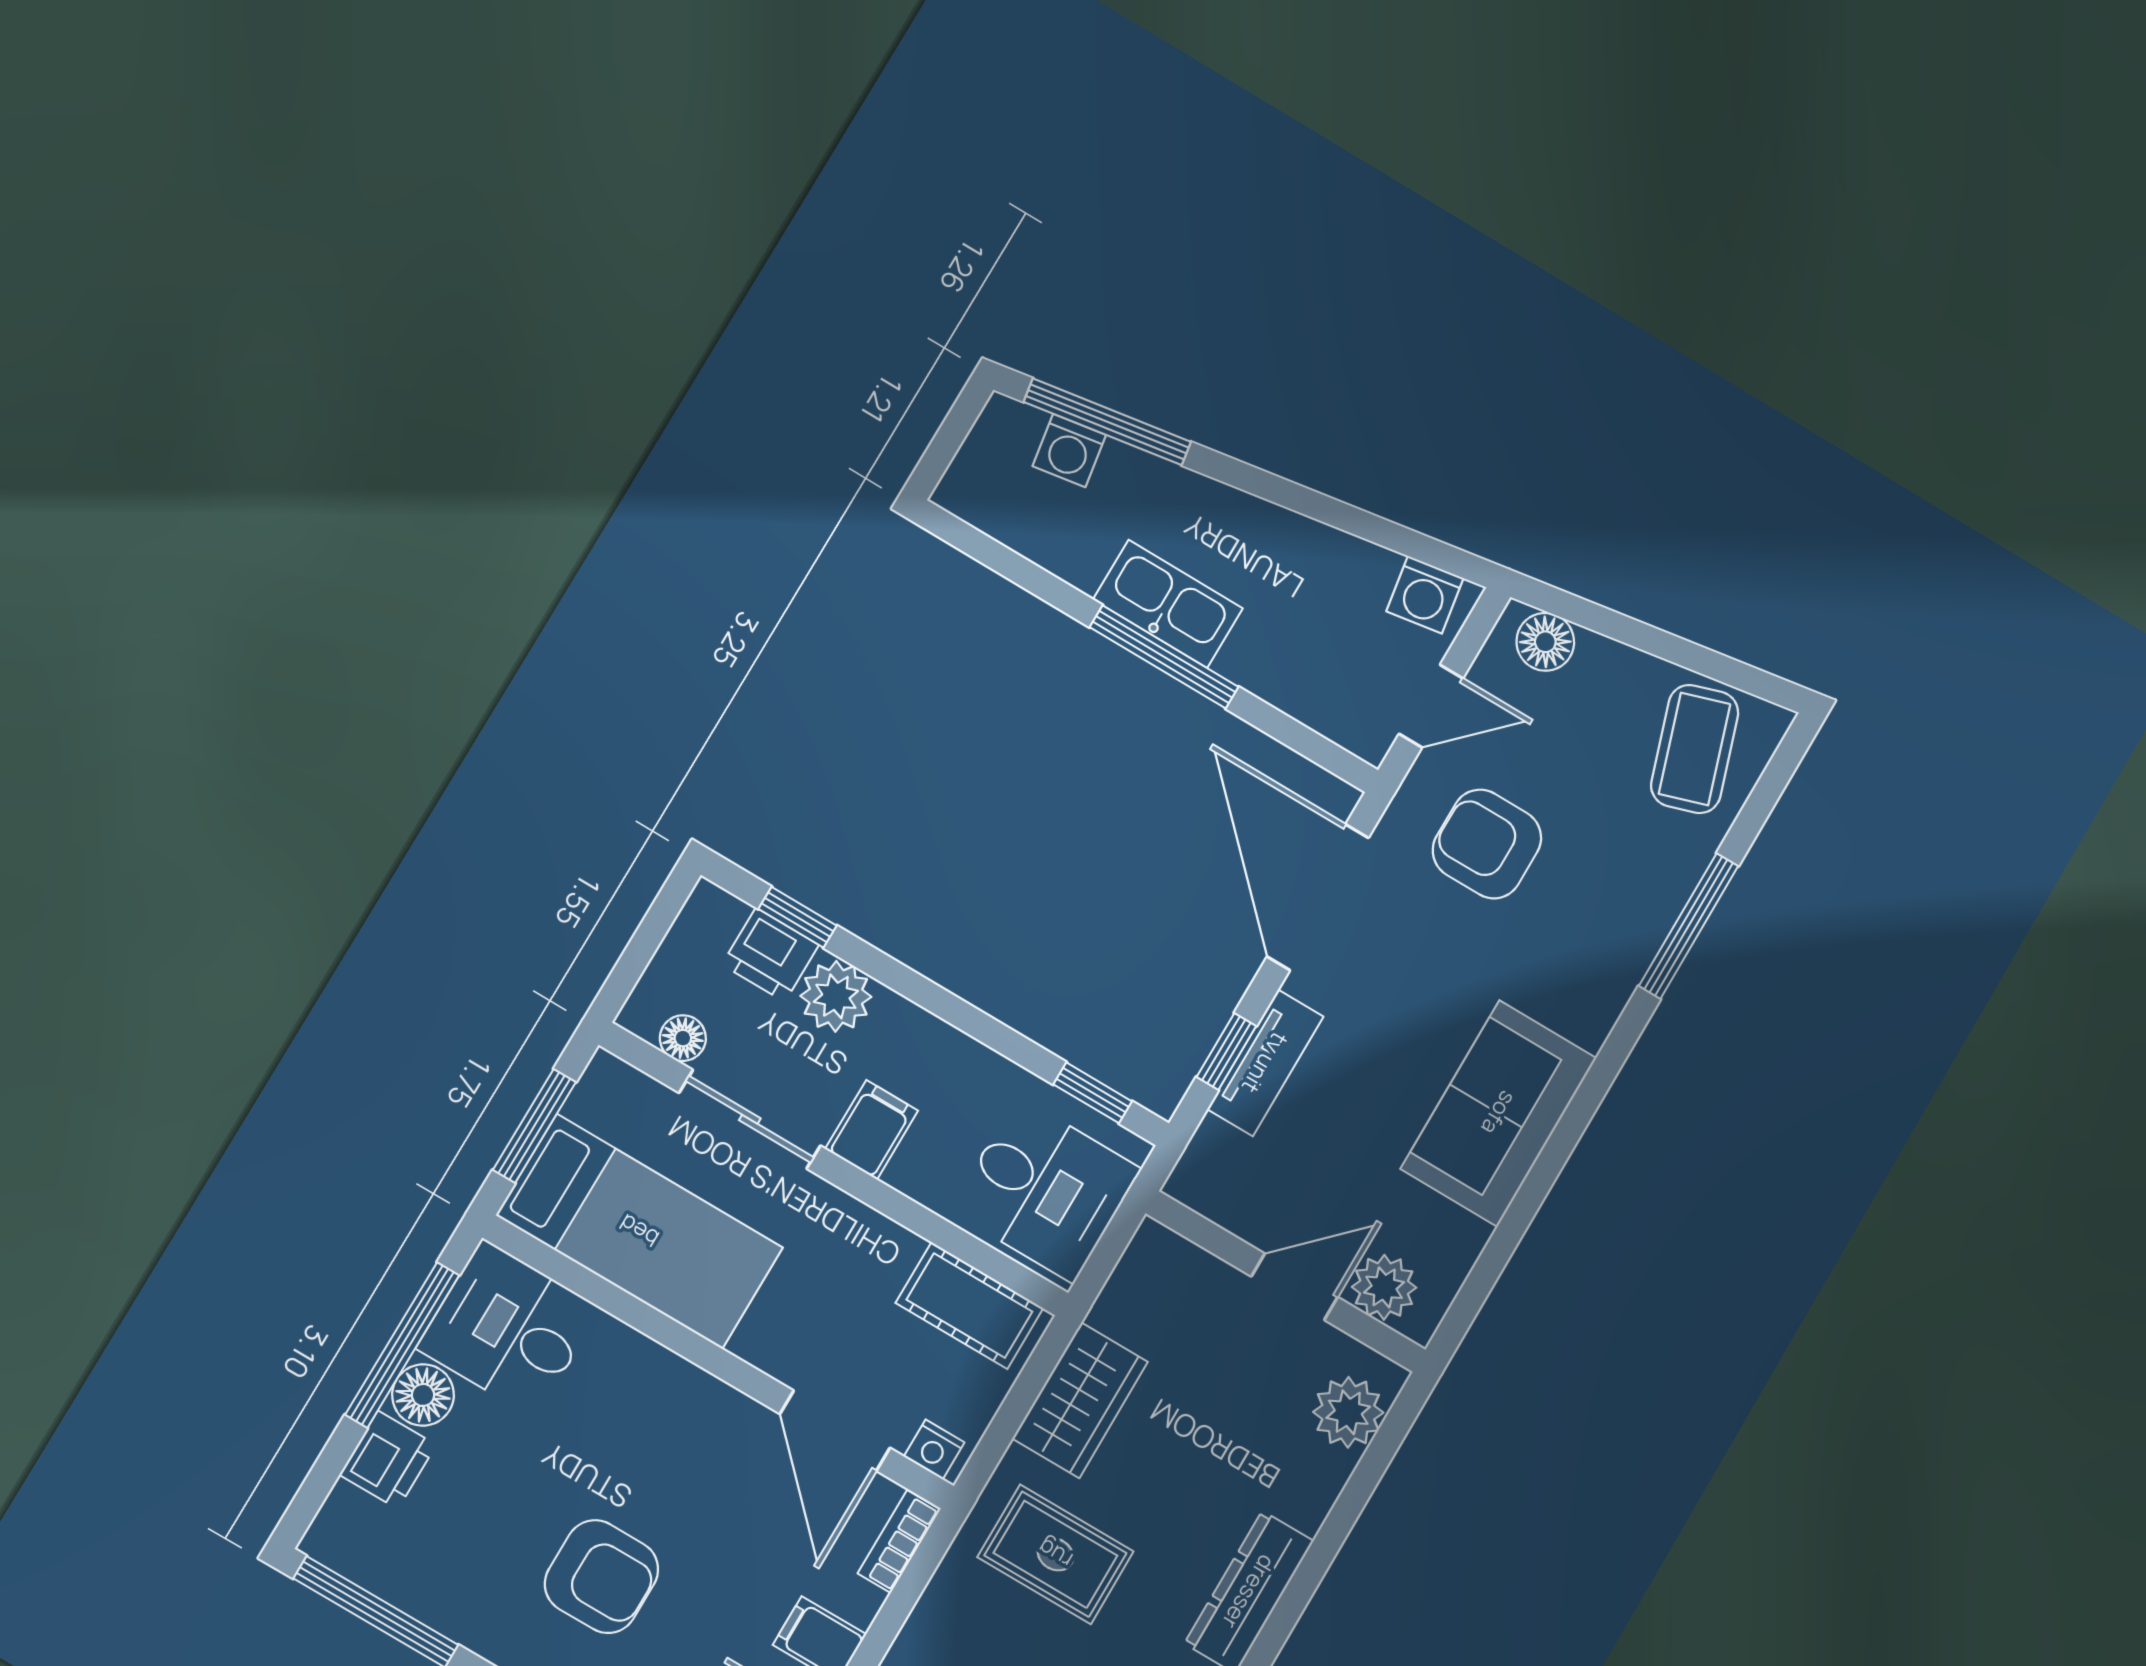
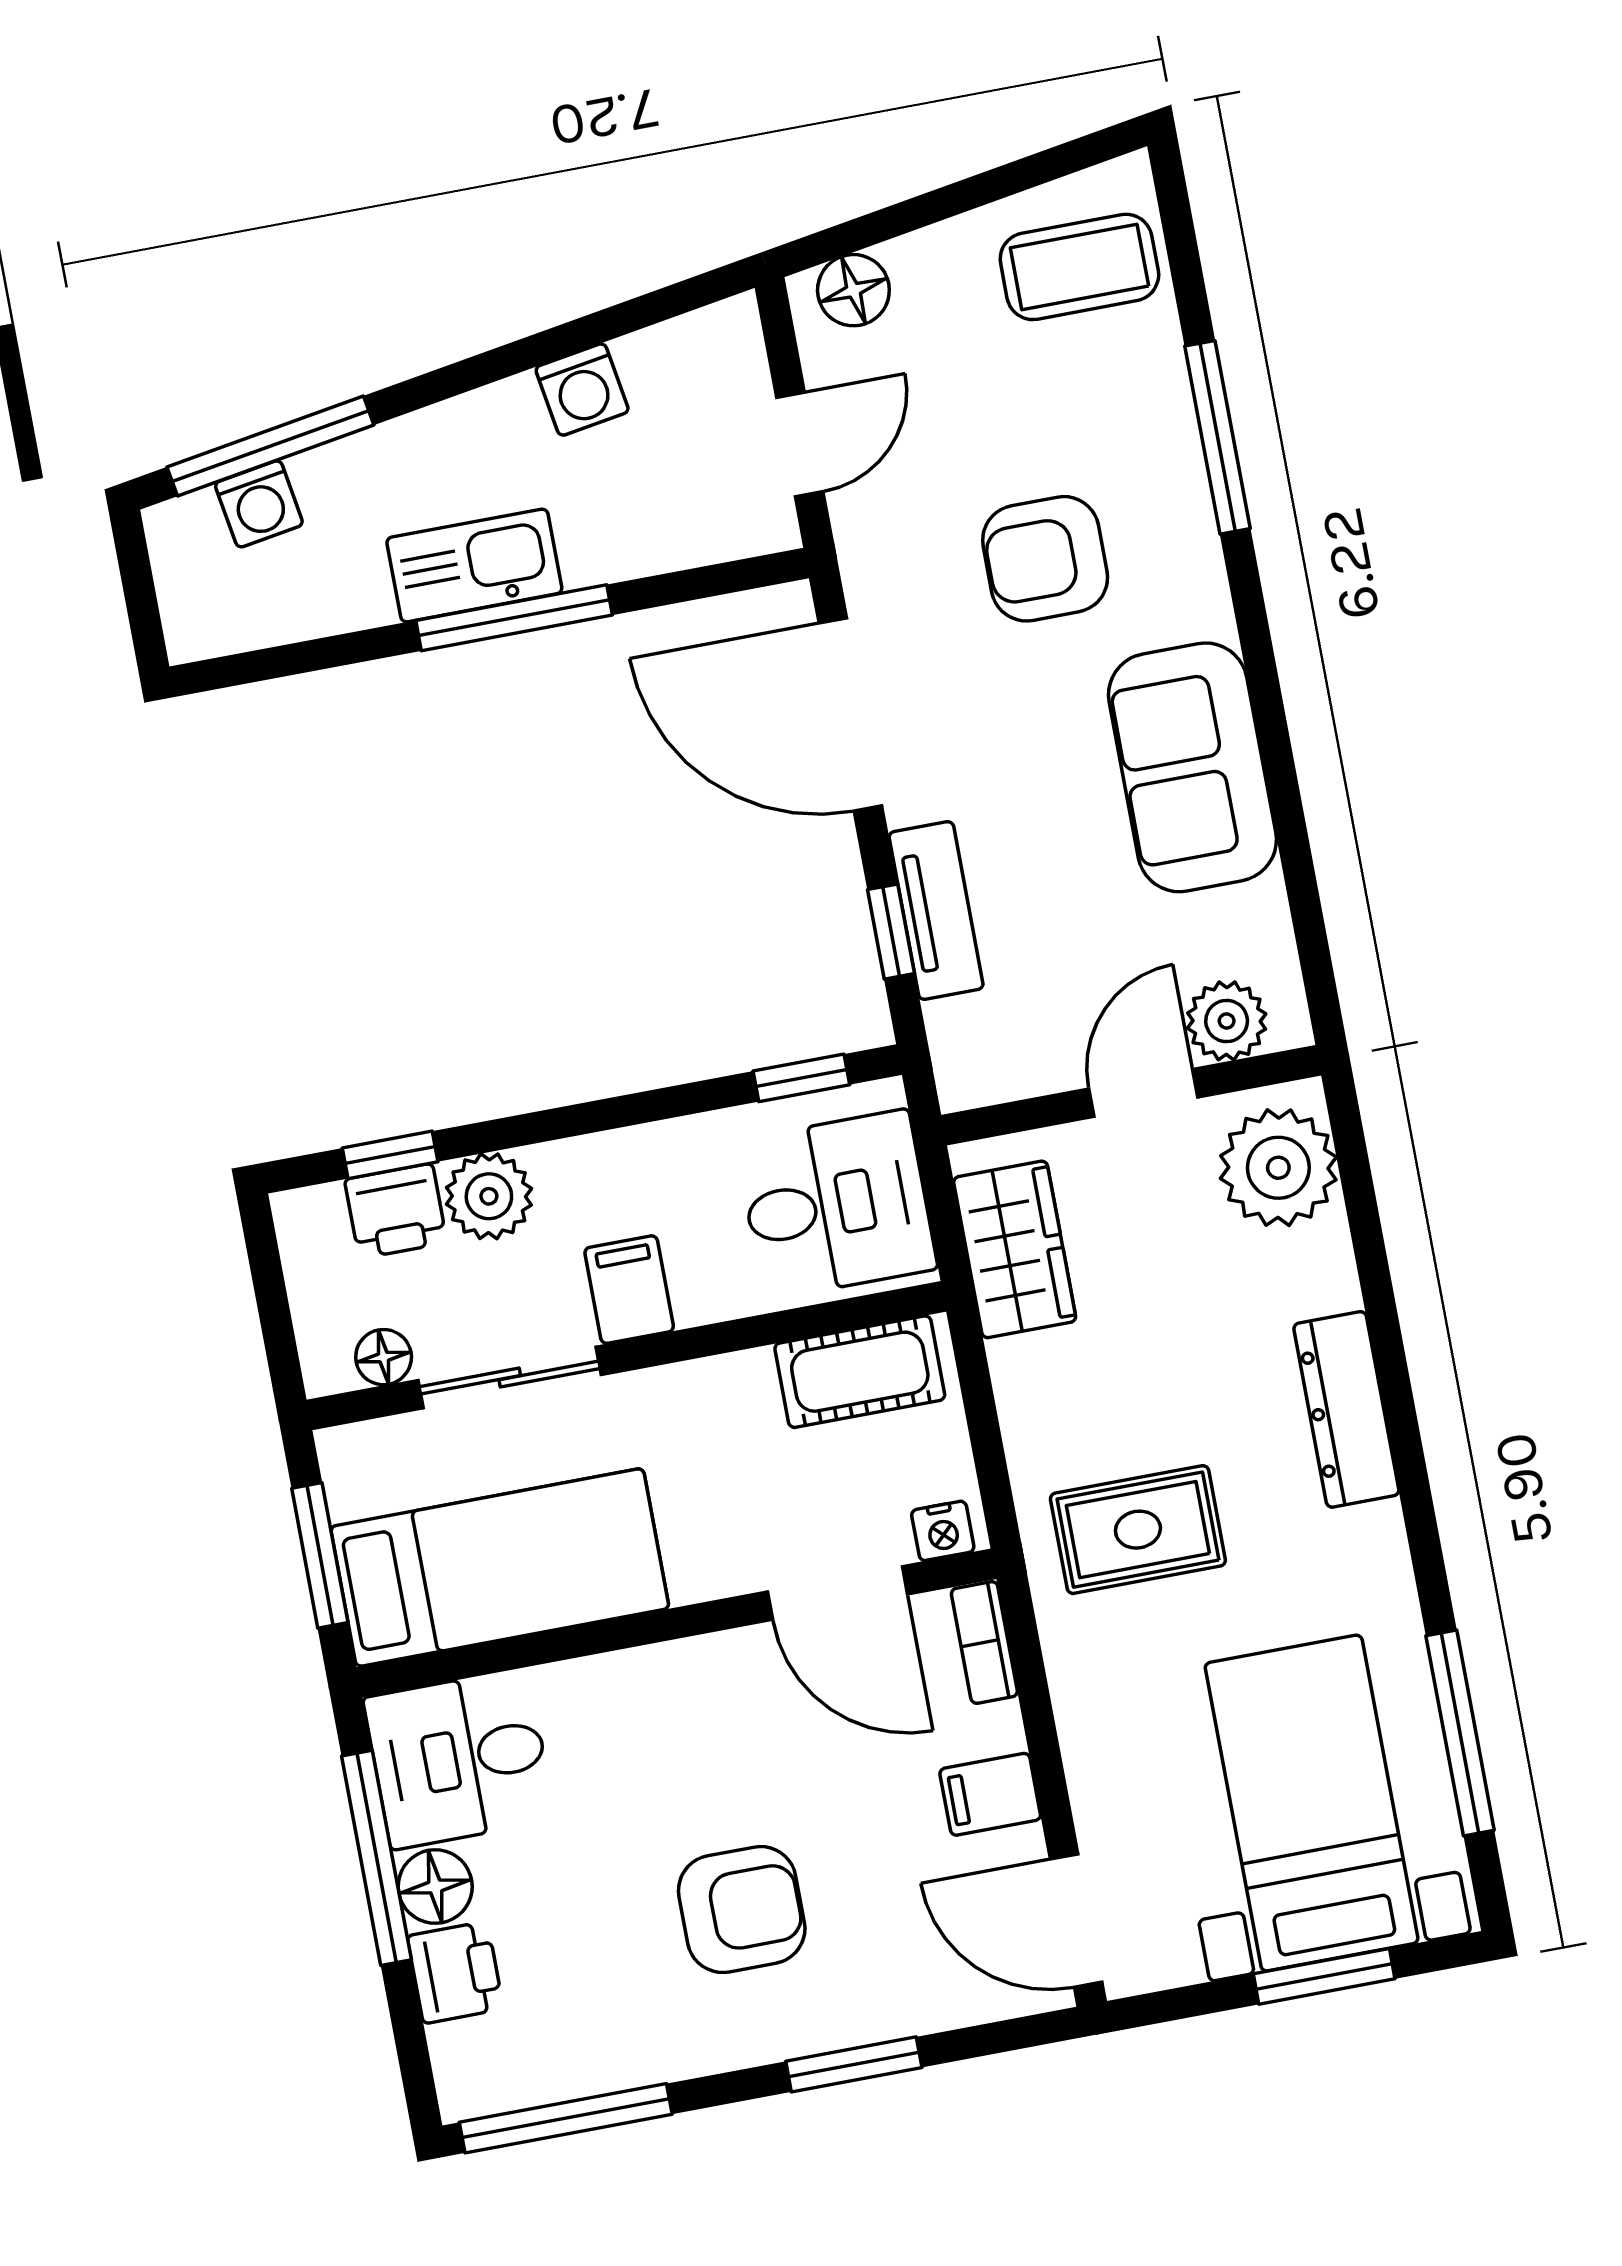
washing machine: (1425, 595) -> (582, 389), moved
coffee table: (1695, 749) -> (1079, 267), turned -72
armchair: (1487, 844) -> (1045, 559), moved
wardrobe: (1080, 1400) -> (1015, 1249), moved
plant: (1348, 1412) -> (1278, 1168), width x1.36, depth x1.36

